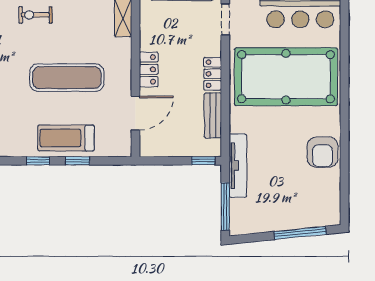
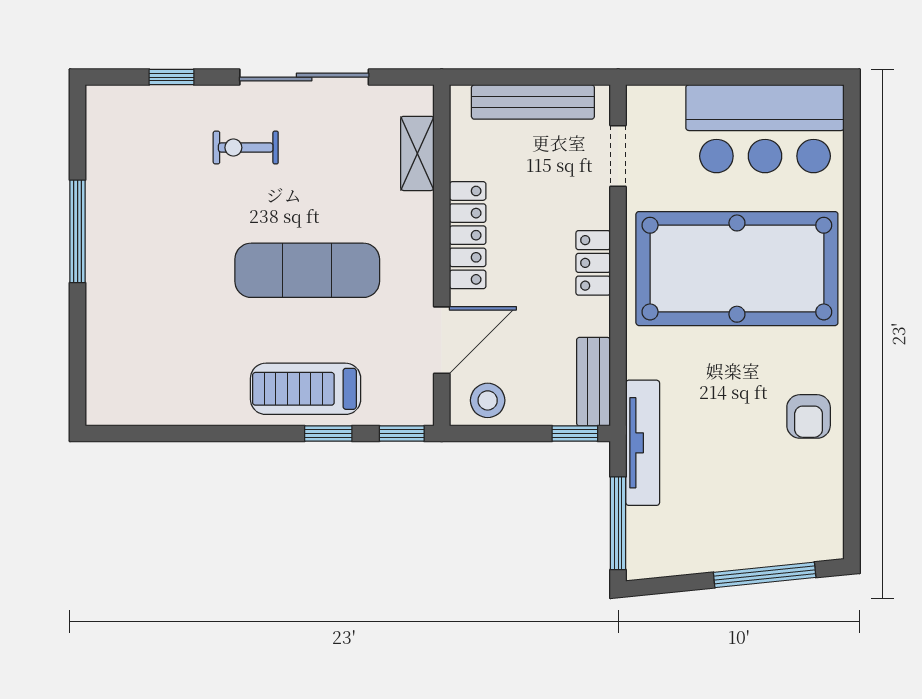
locker: (149, 69) -> (468, 235), width x1.53
bench: (213, 115) -> (593, 382), moved
stool: (159, 144) -> (488, 400), added
armchair: (322, 152) -> (809, 416), width x0.72, depth x0.72
window: (38, 161) -> (402, 434), moved

